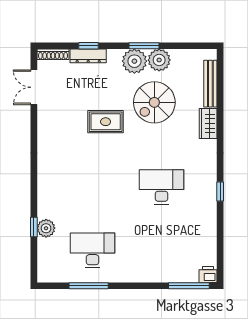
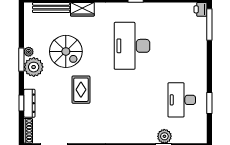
plant: (159, 60) -> (29, 52), width x0.53, depth x0.53
desk: (161, 187) -> (132, 46), width x1.36, depth x1.30
window: (89, 286) -> (209, 103), width x0.69

